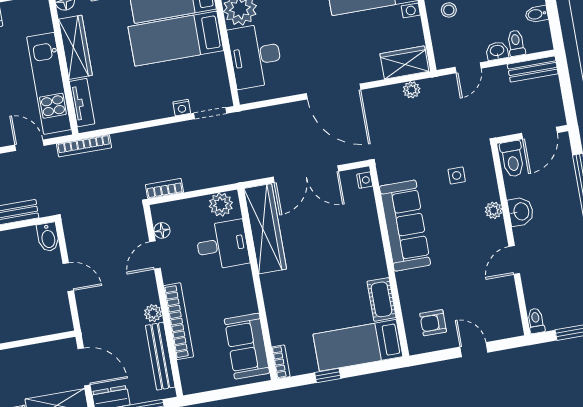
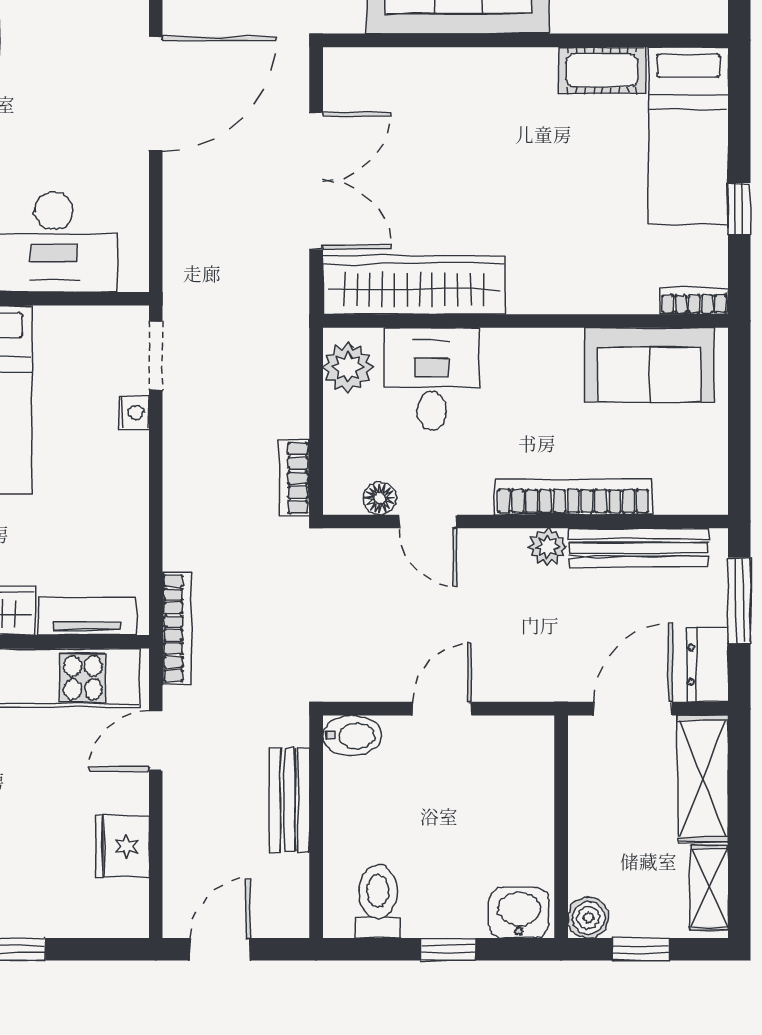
nightstand: (365, 180) -> (350, 62), removed

